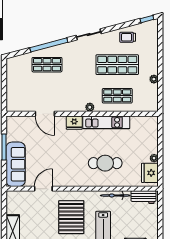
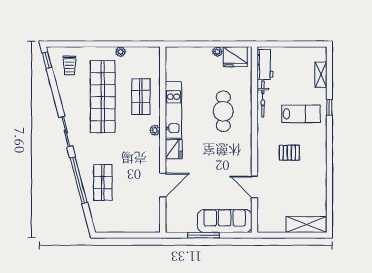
trolley: (128, 37) -> (69, 66), moved
shop shelf: (117, 65) -> (103, 97), width x1.40
pallet: (71, 217) -> (289, 153), width x0.49, depth x0.50

